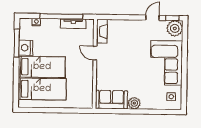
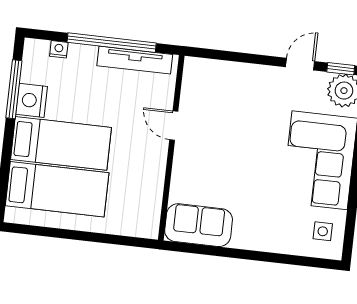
tv unit: (73, 24) -> (135, 60), width x1.41
fireplace: (102, 31) -> (192, 82), removed
plant: (134, 103) -> (245, 237), removed

